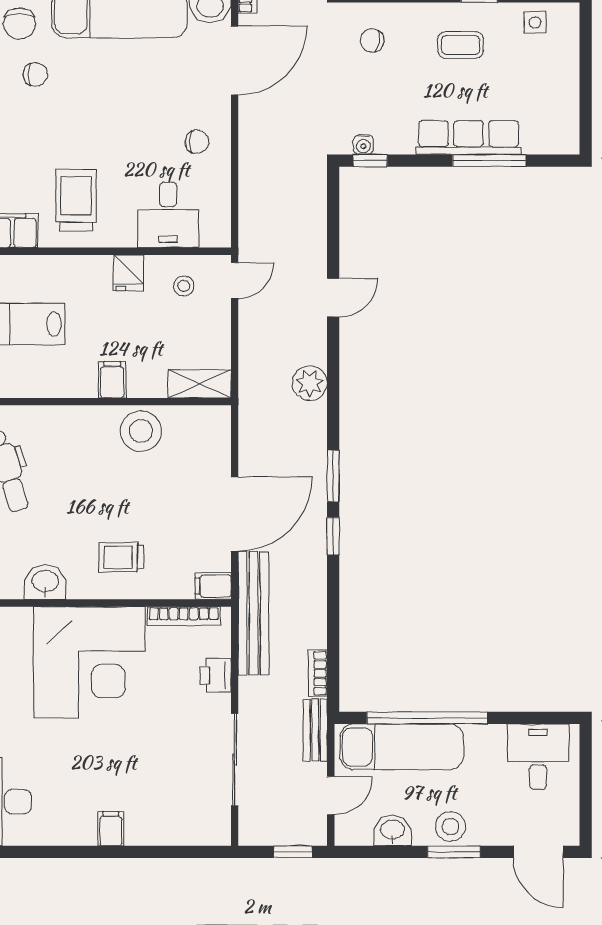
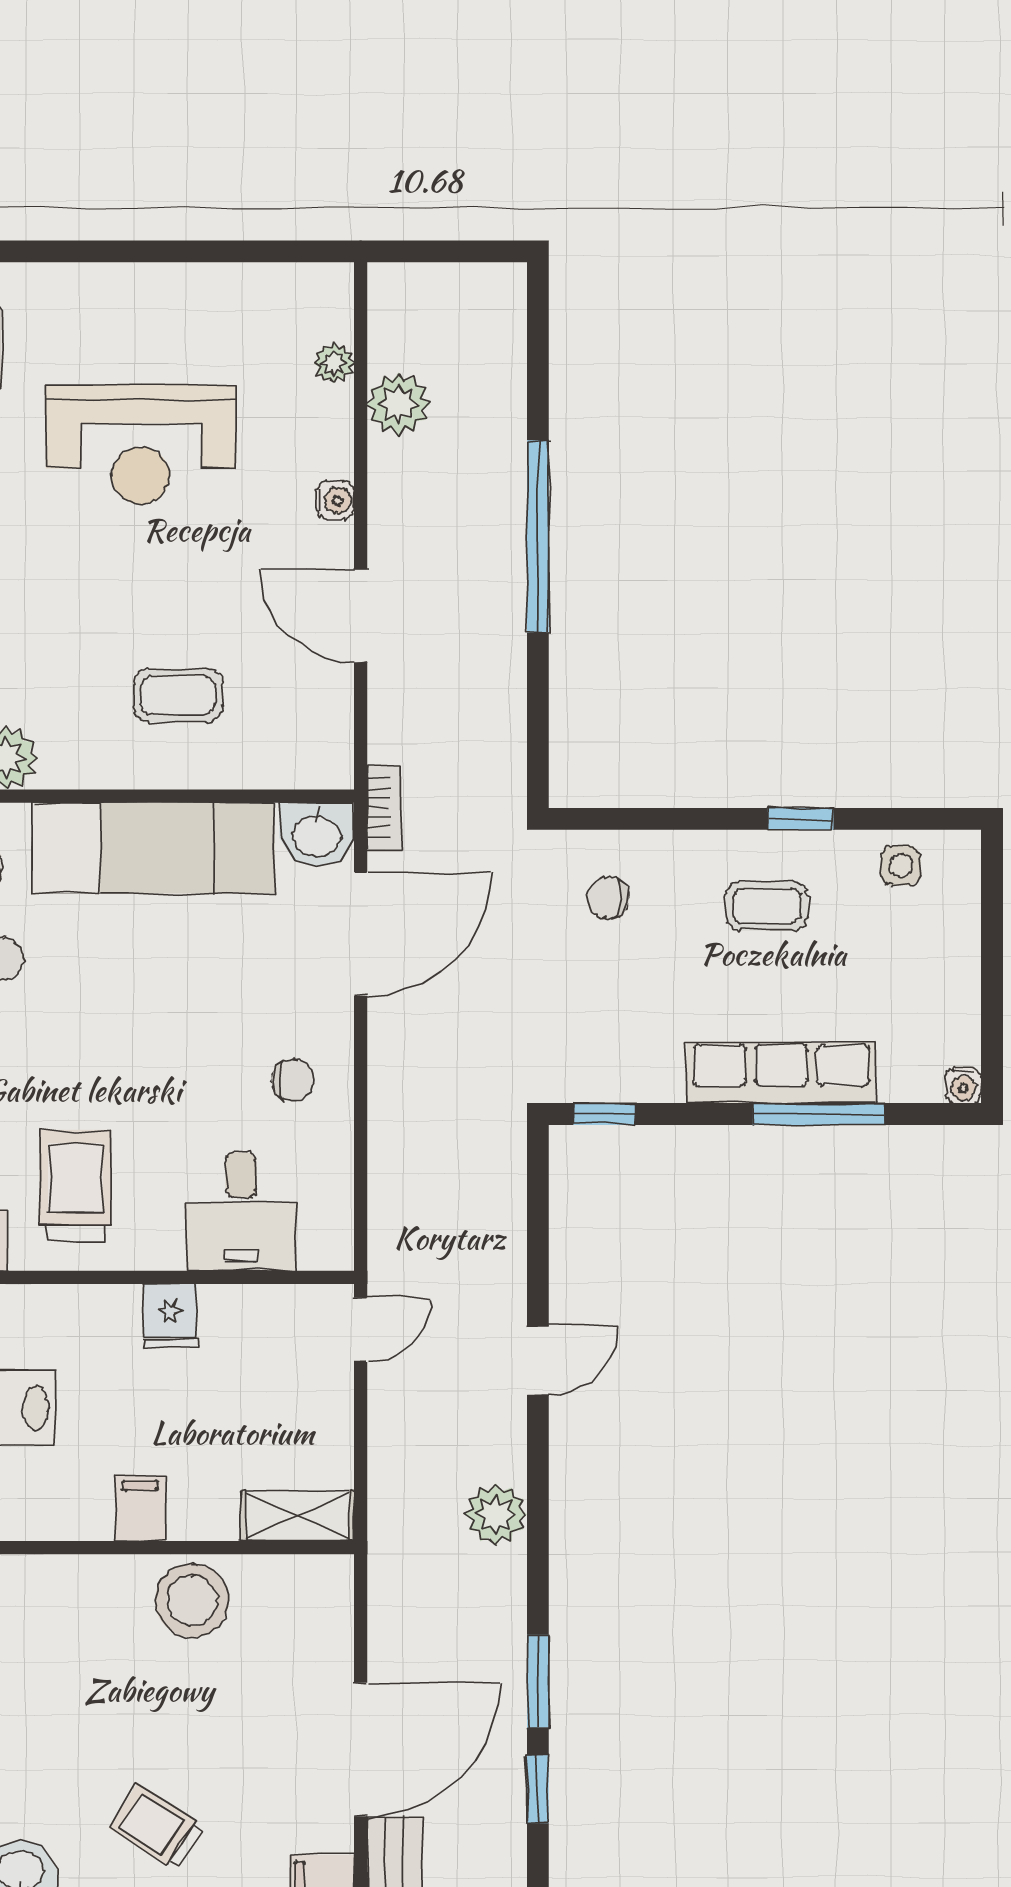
water cooler: (363, 145) -> (963, 1085), moved
stool: (184, 286) -> (269, 1340), removed
trolley: (121, 557) -> (157, 1827), turned 33

